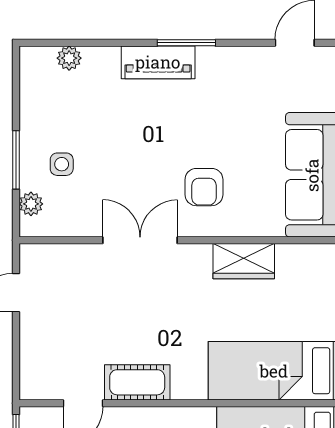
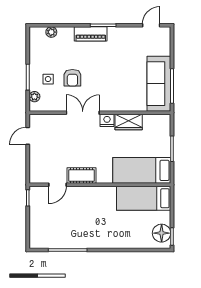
armchair: (204, 187) -> (72, 78), moved
nightstand: (195, 258) -> (107, 120), added

